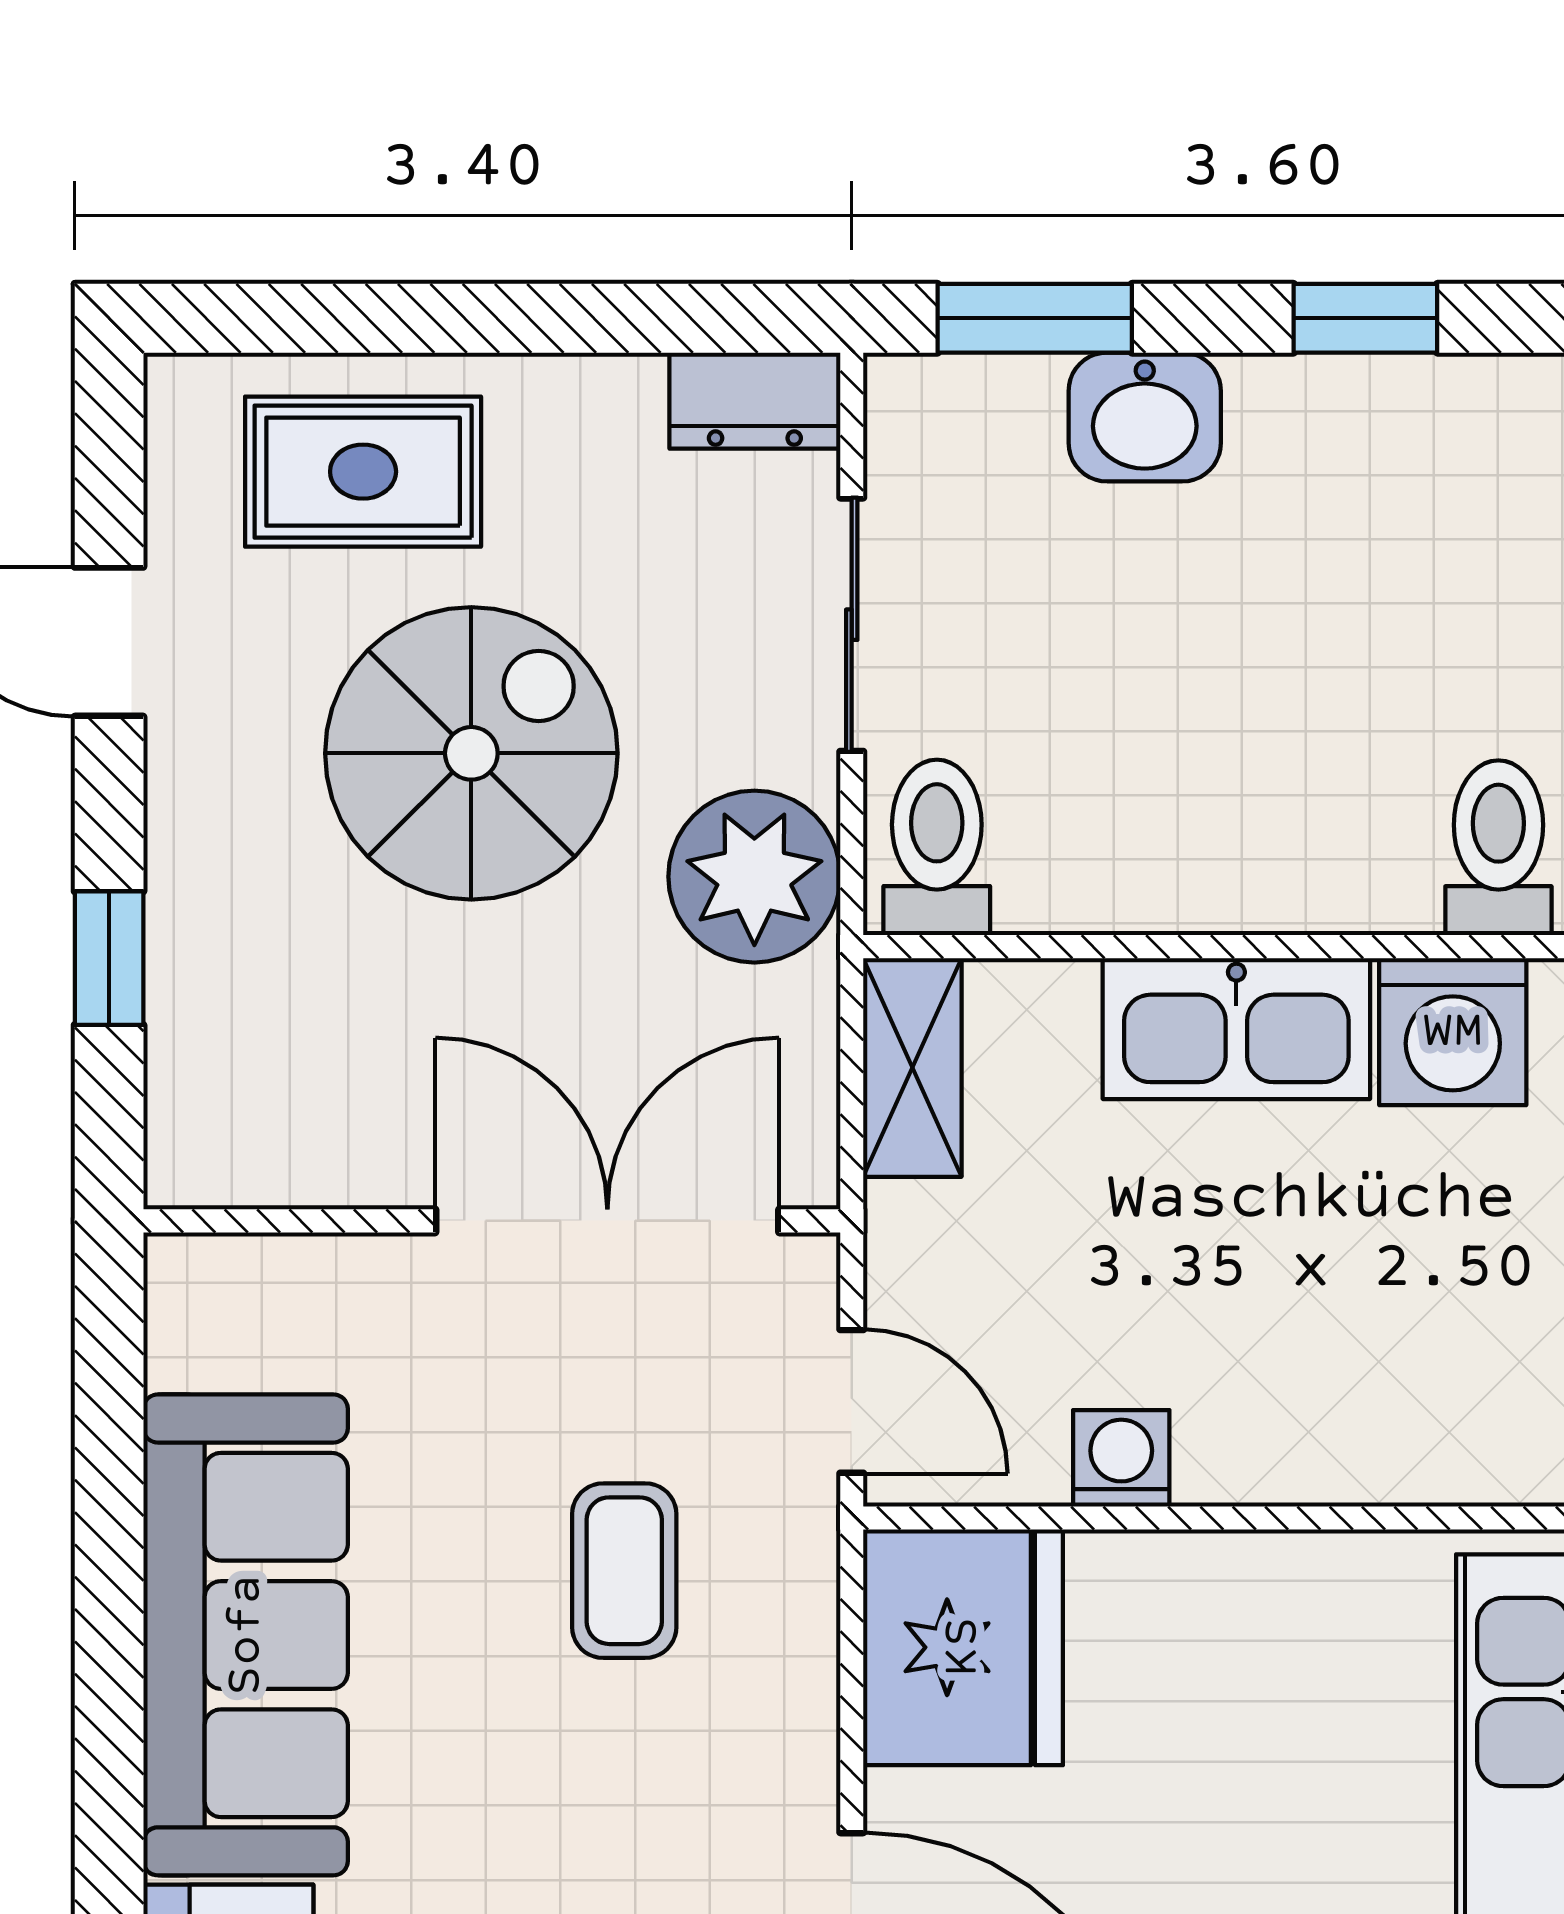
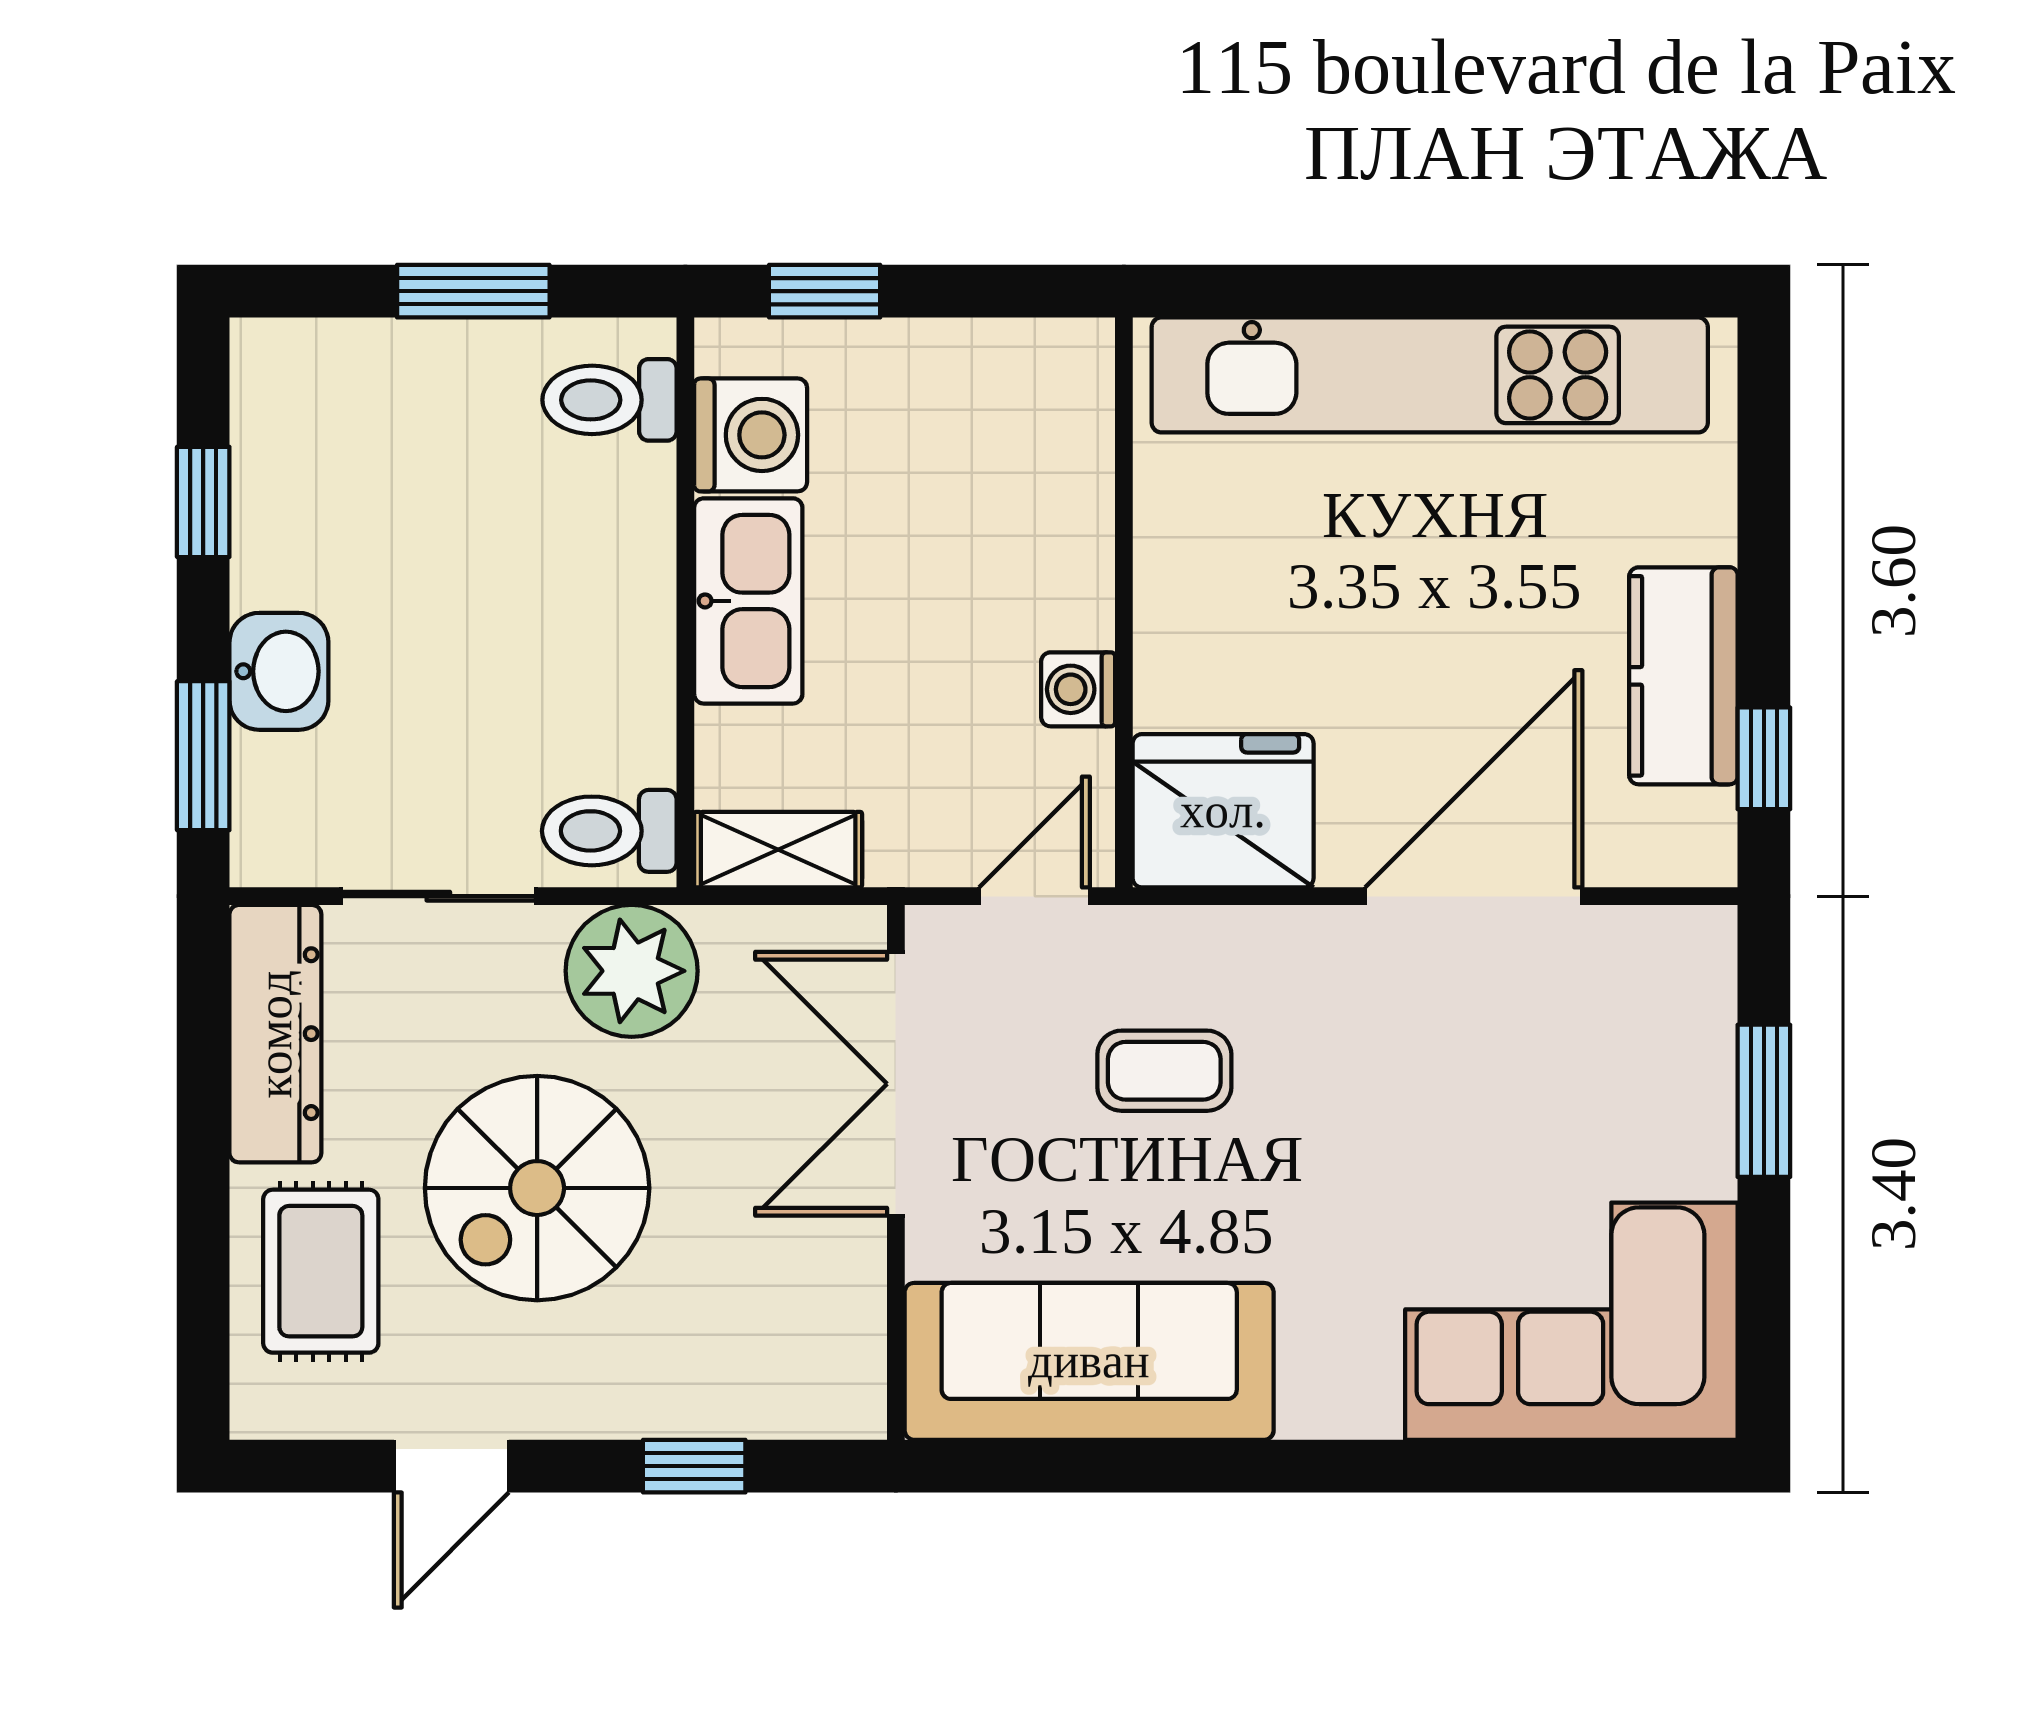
dresser: (755, 401) -> (275, 1034), width x1.96, depth x1.24
spiral stairs: (471, 753) -> (537, 1188), turned -90
sofa: (246, 1635) -> (1089, 1361), moved

